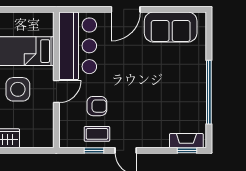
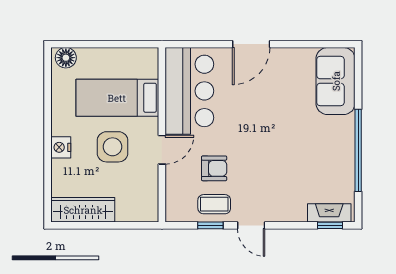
sofa: (171, 27) -> (336, 81), moved, turned 90

